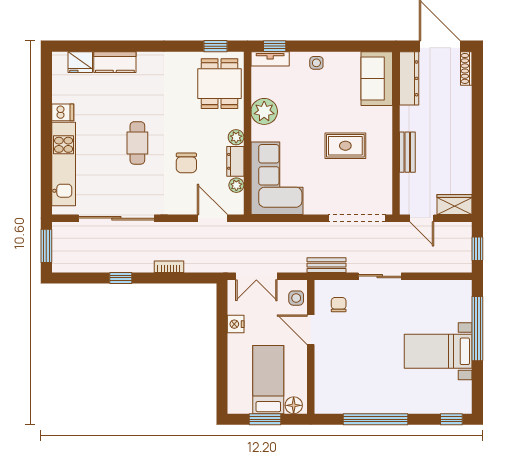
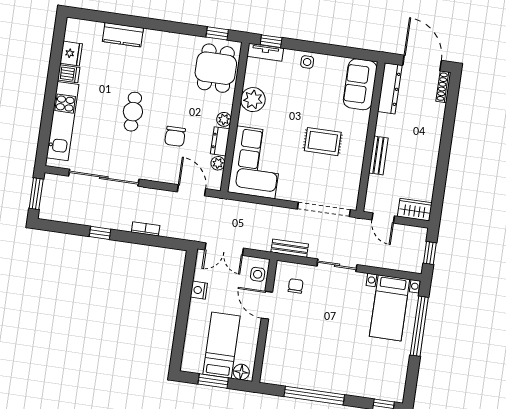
fridge: (80, 62) -> (71, 54), moved, turned -90
bed with nightstands: (438, 351) -> (390, 308), moved, turned -90

